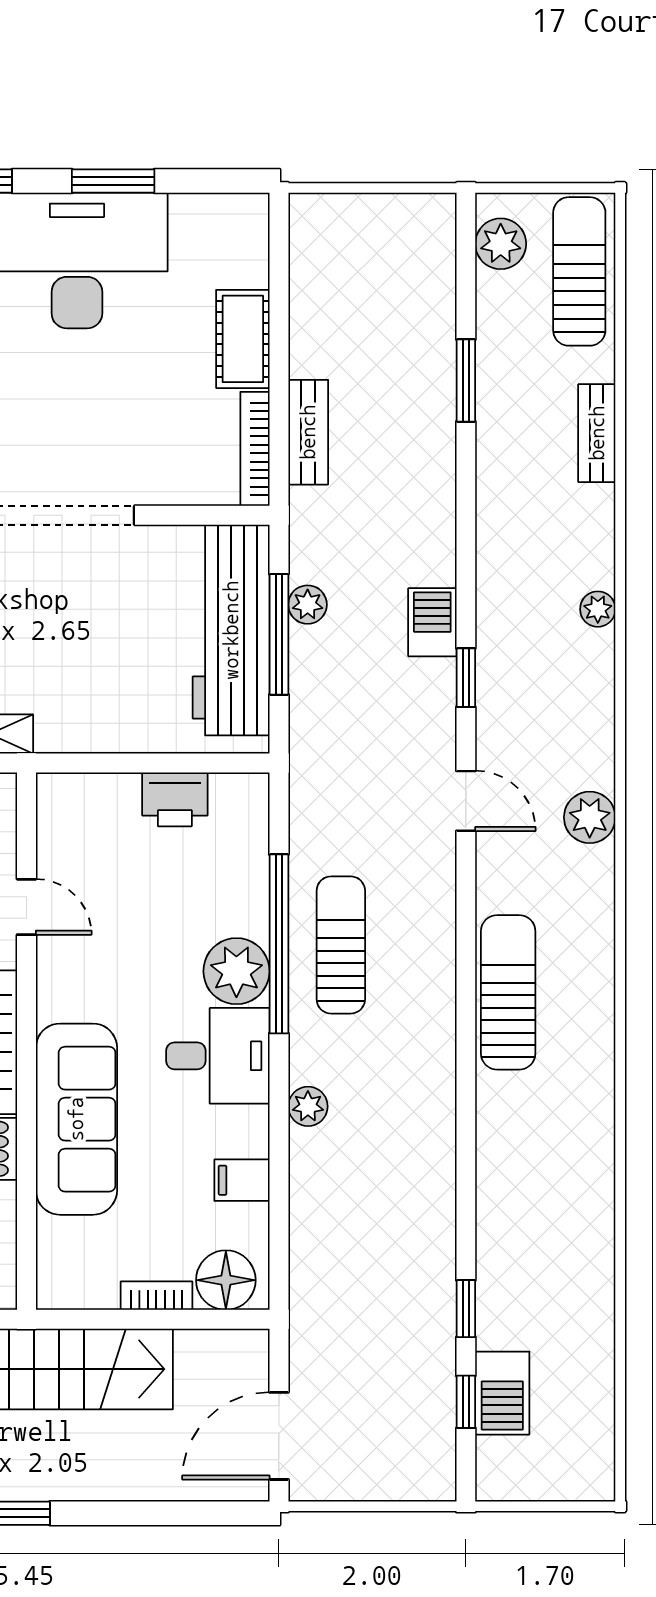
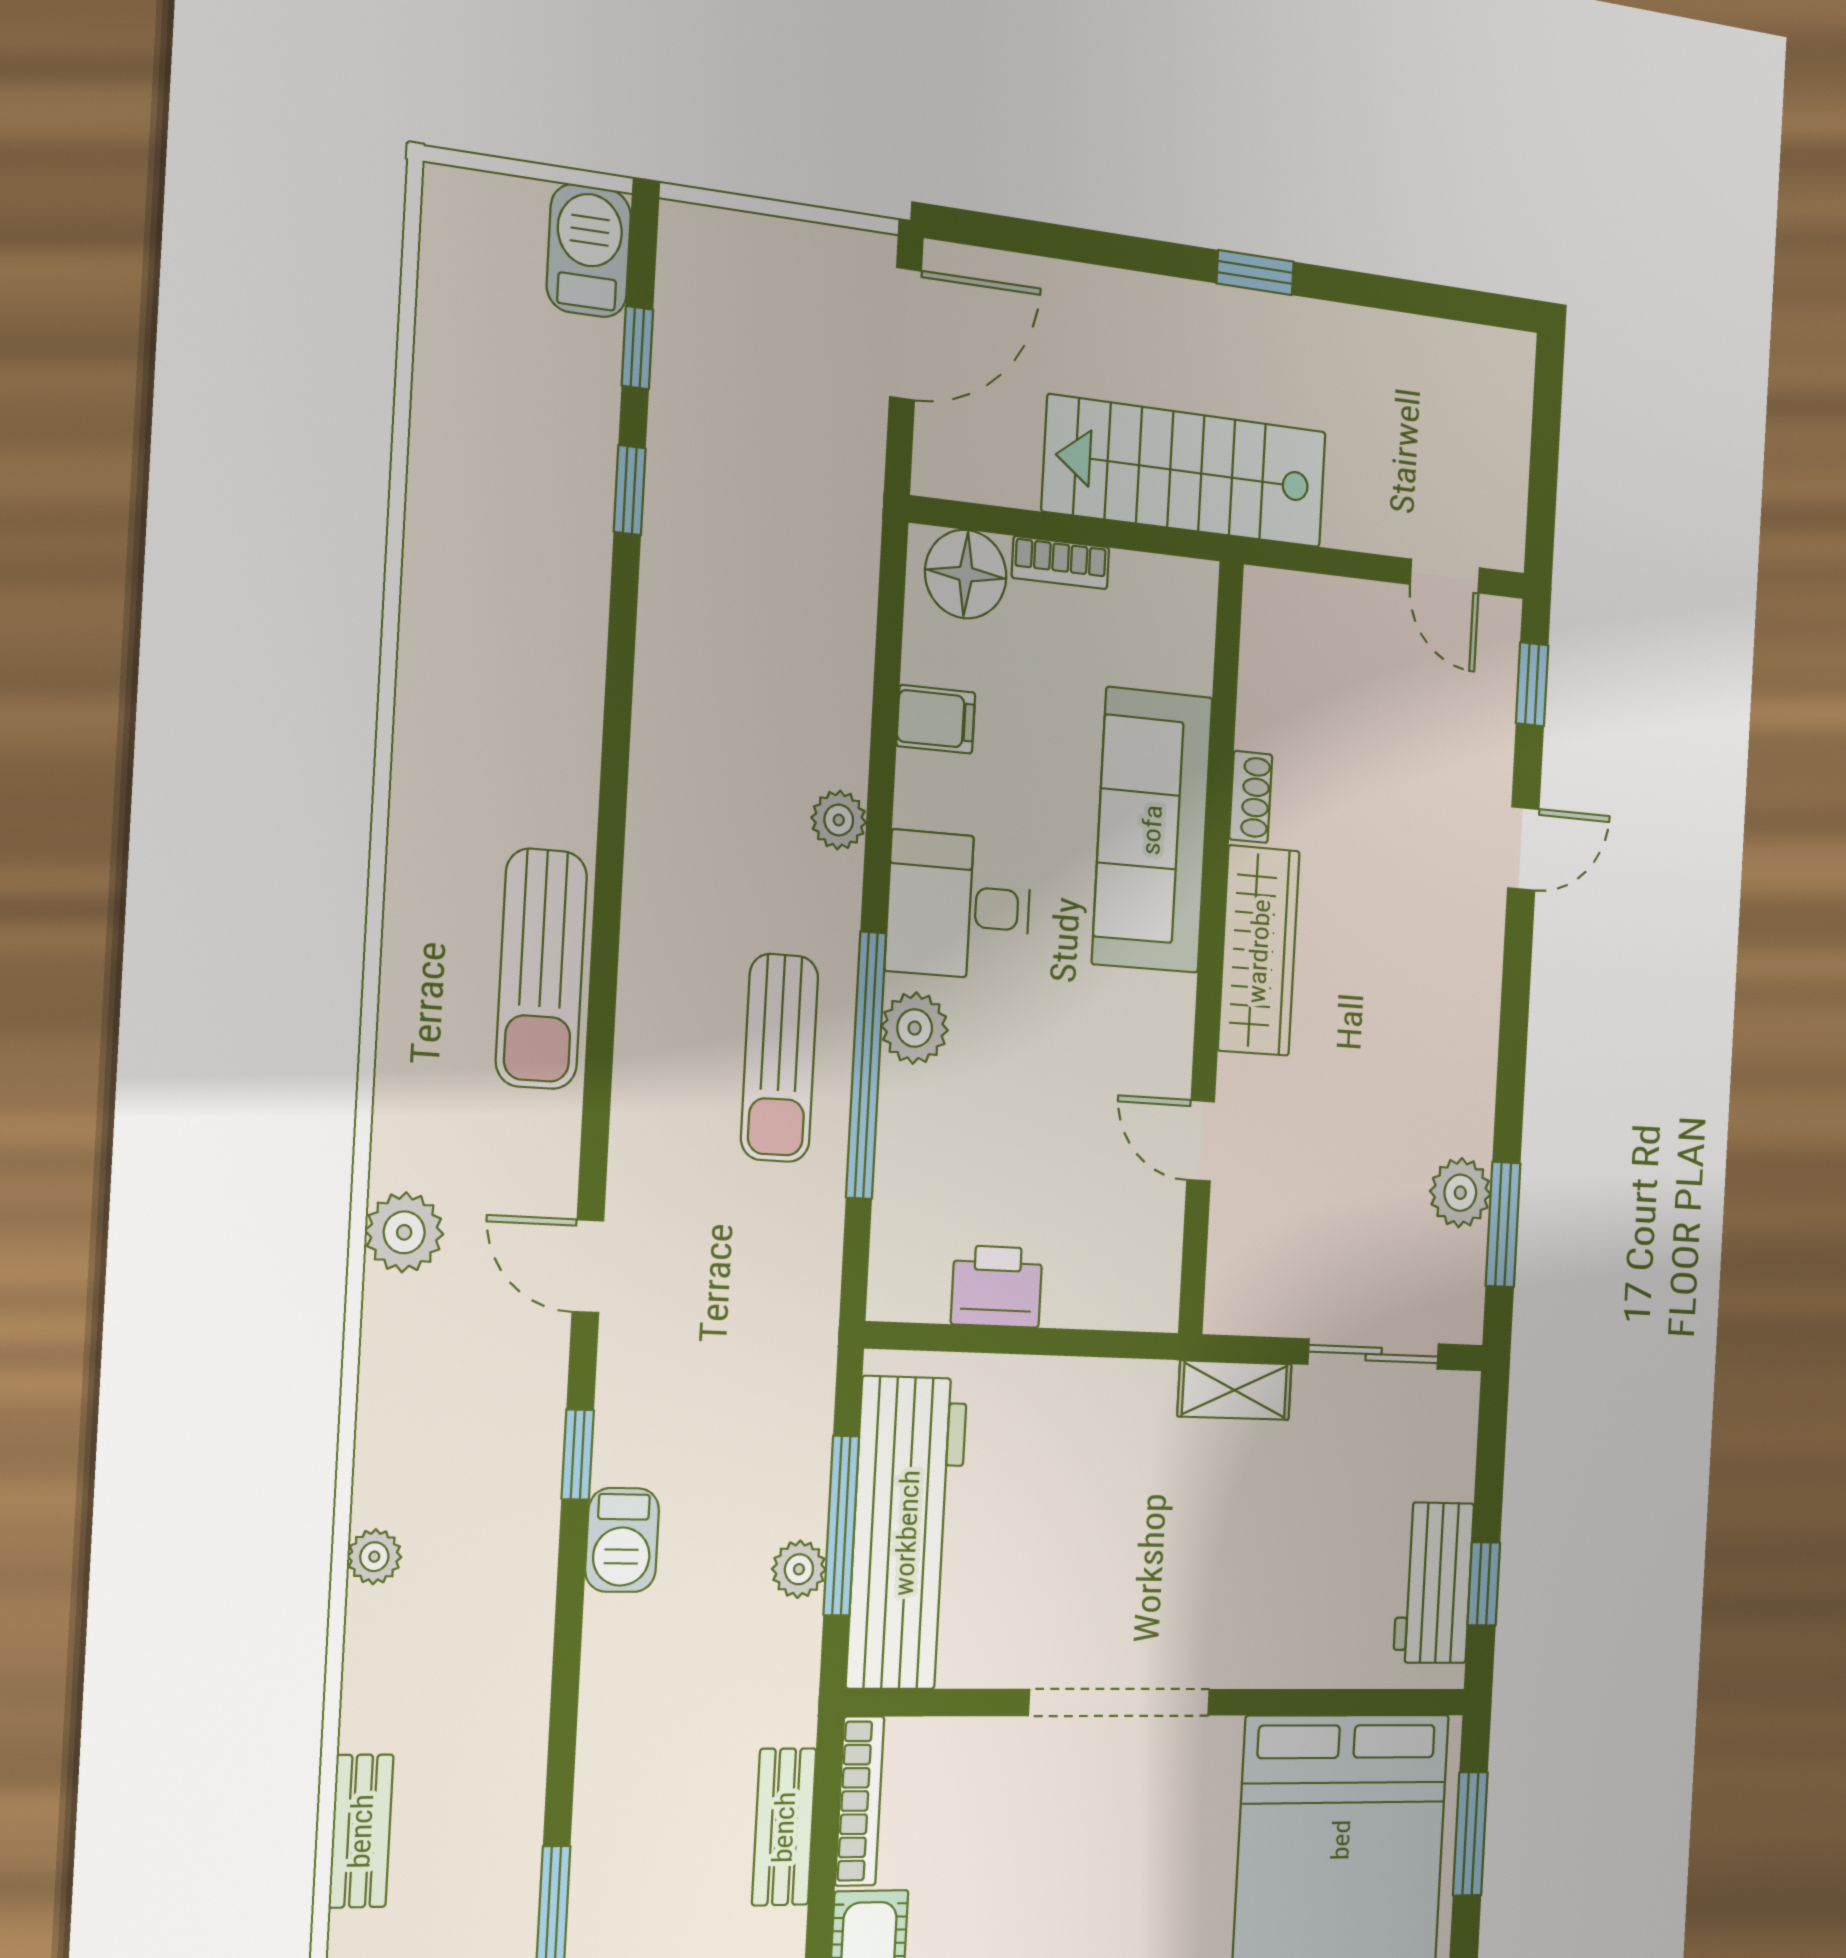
plant: (236, 971) -> (915, 1028), width x0.73, depth x0.73
barbecue: (502, 1393) -> (589, 251), moved

